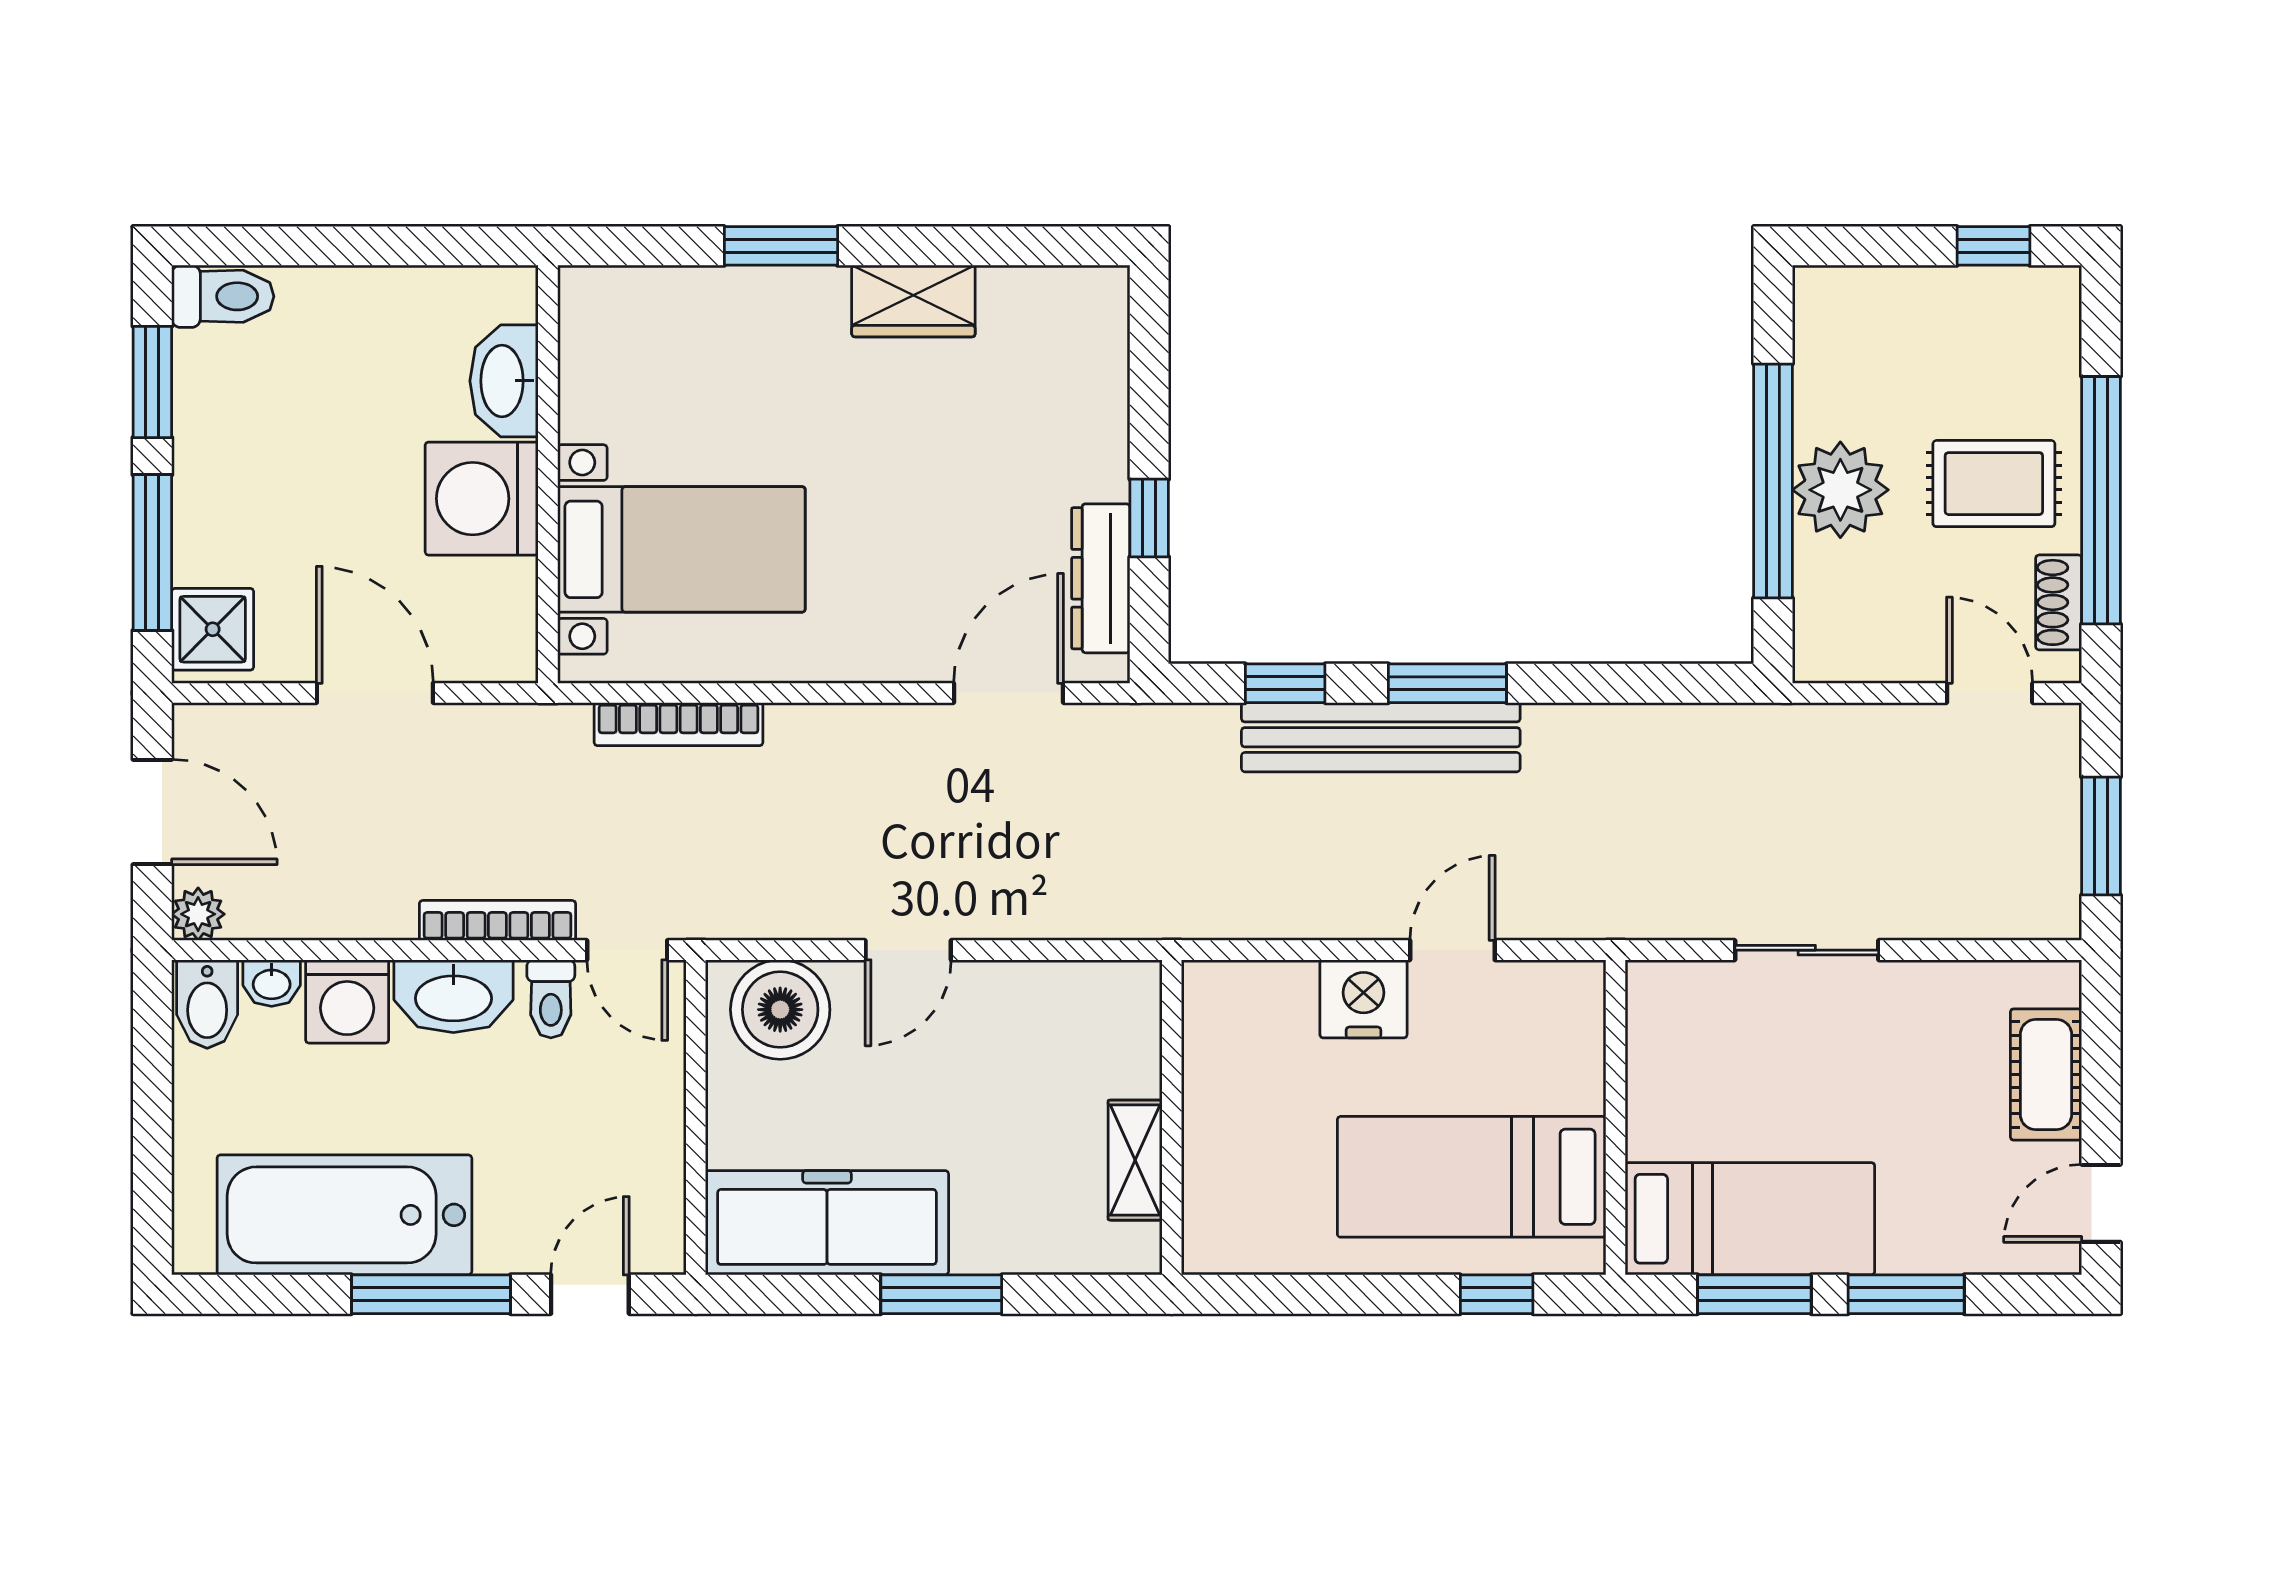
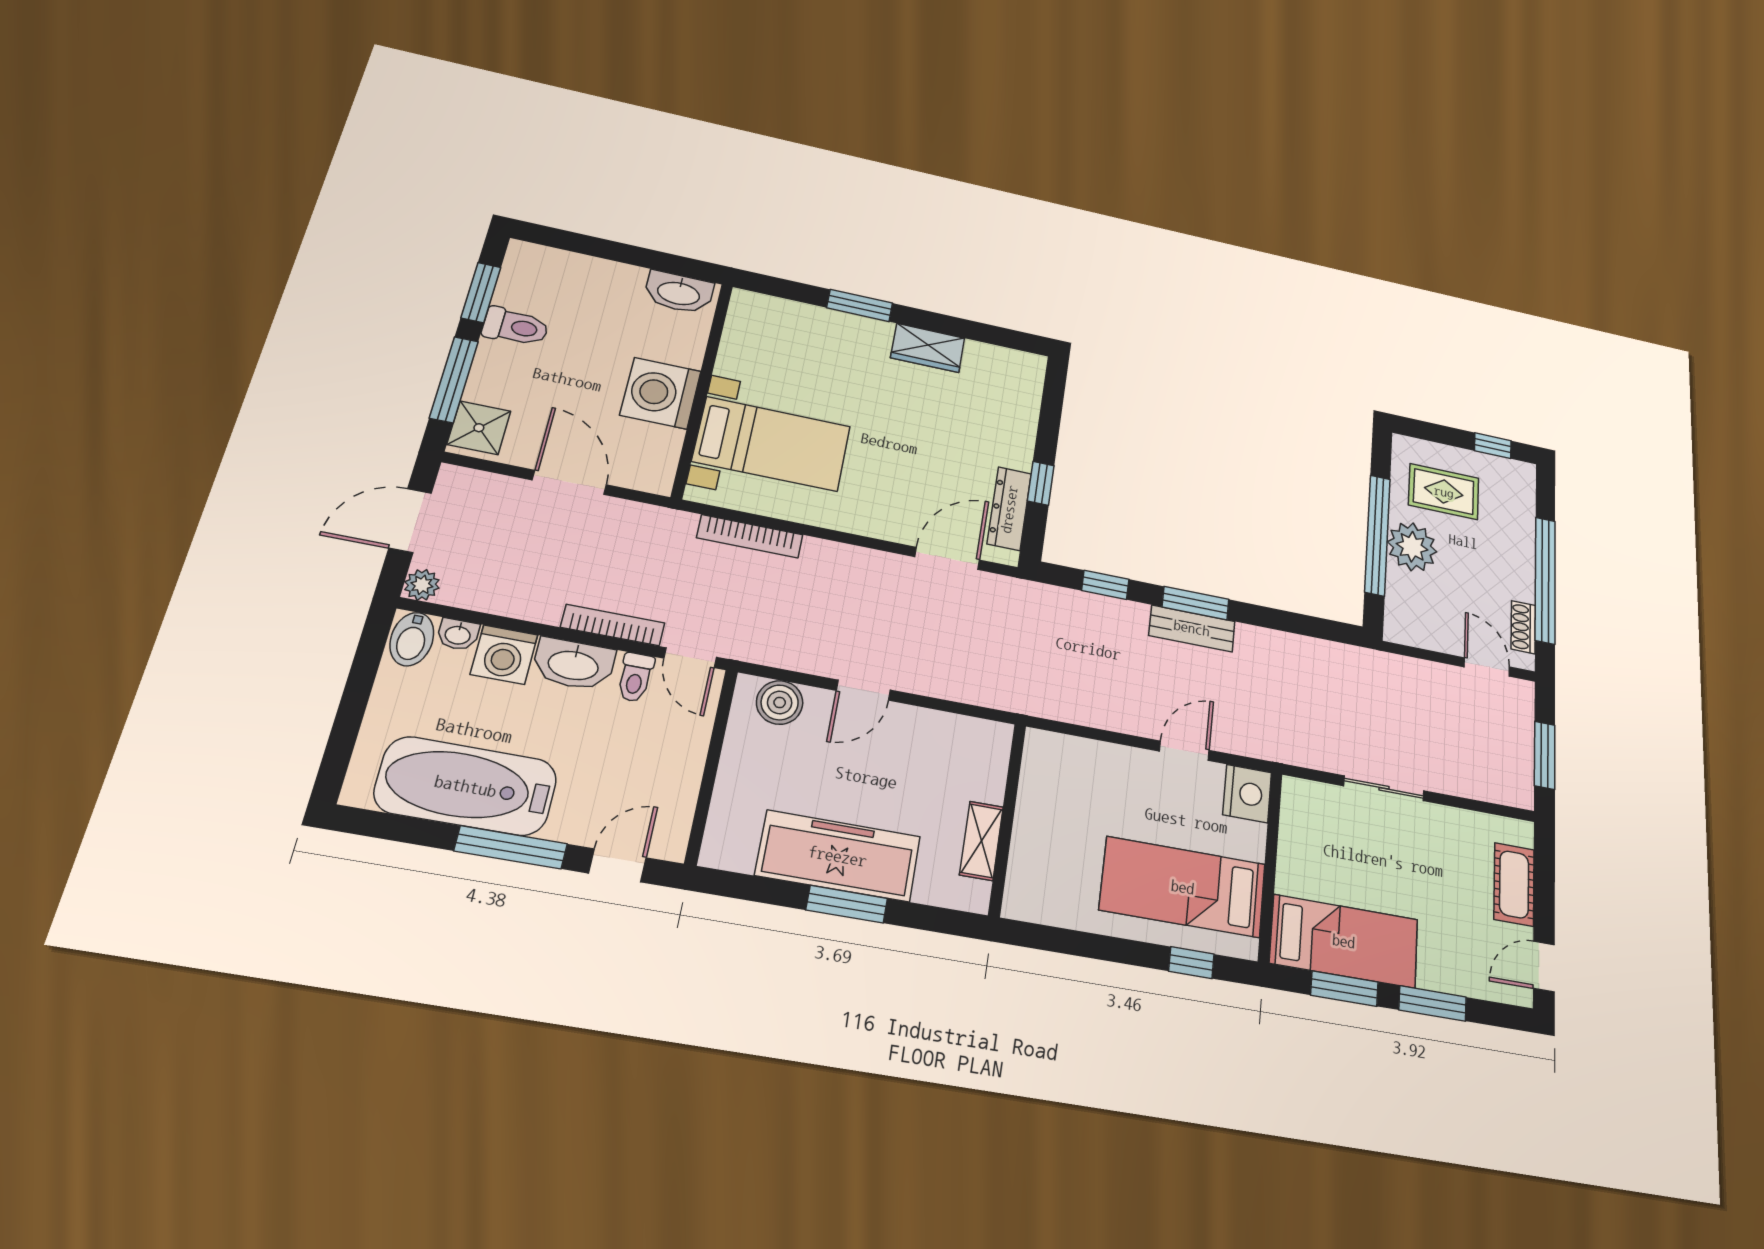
toilet: (223, 296) -> (516, 327), moved
washbasin: (504, 381) -> (679, 293), moved, turned -90
rug: (1994, 484) -> (1444, 492), moved
bench: (1381, 737) -> (1192, 628), width x0.54, depth x0.82
door: (152, 812) -> (410, 521), swing flipped
nightstand: (1363, 999) -> (1247, 794), moved, turned 90
boiler: (780, 1010) -> (780, 702), width x0.73, depth x0.73
freezer: (827, 1223) -> (838, 856), moved

